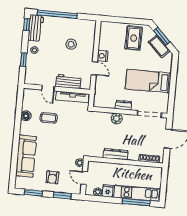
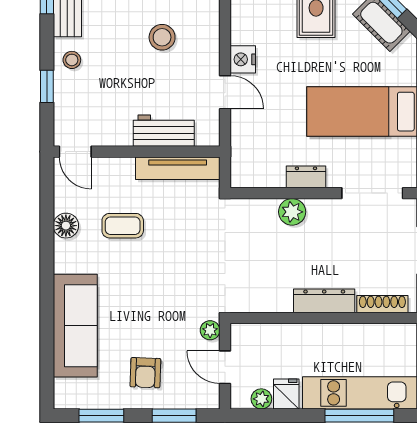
door: (48, 88) -> (75, 152), moved
dresser: (116, 154) -> (324, 301), moved

